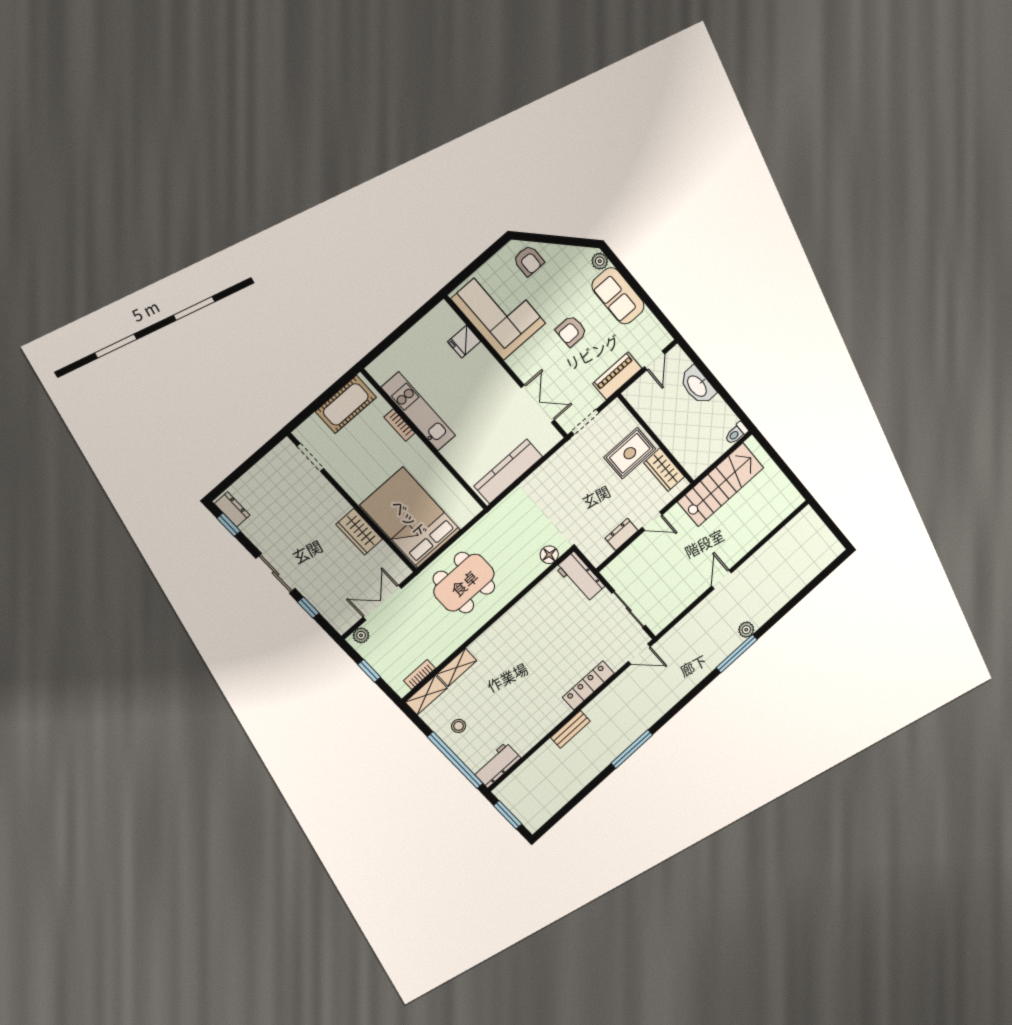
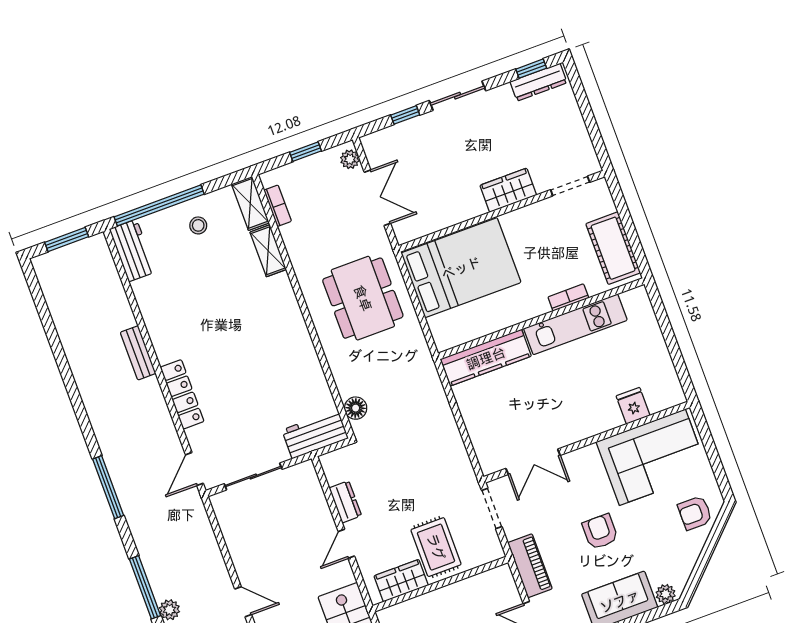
kitchen counter: (508, 471) -> (486, 358), moved, turned 90
dresser: (232, 509) -> (539, 82), width x1.44
wardrobe: (359, 532) -> (508, 190), moved
window: (632, 749) -> (108, 487), moved

